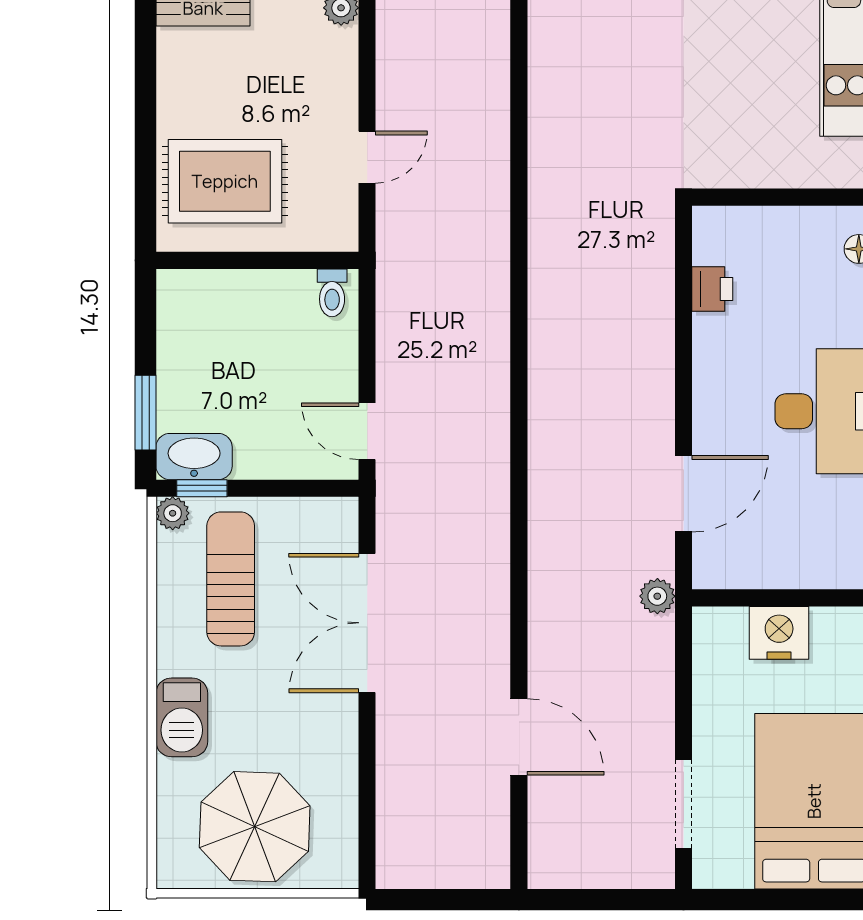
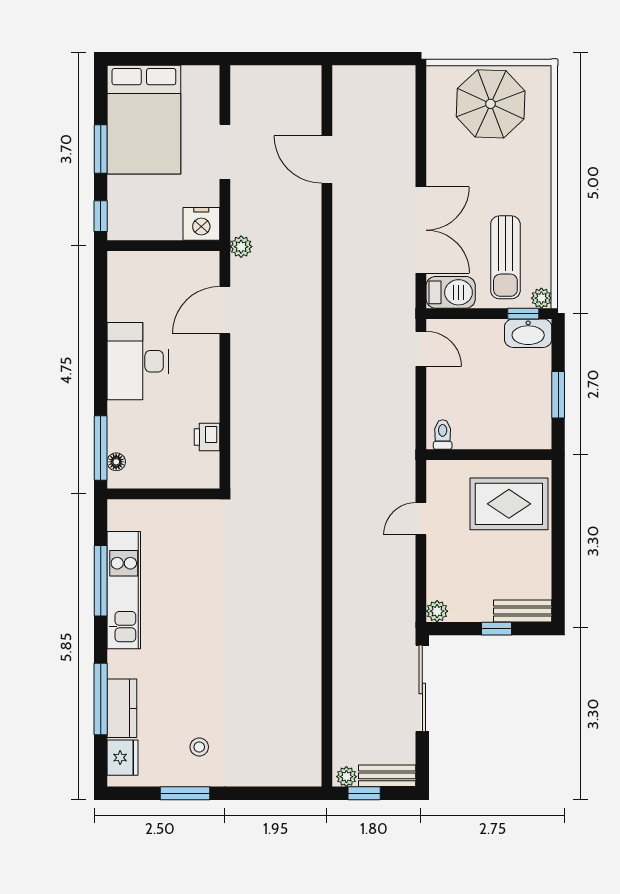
window: (145, 413) -> (558, 395), moved
nightstand: (779, 633) -> (201, 224), moved
barbecue: (182, 717) -> (451, 292), moved, turned 90
doorway: (683, 804) -> (225, 152), moved

